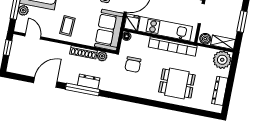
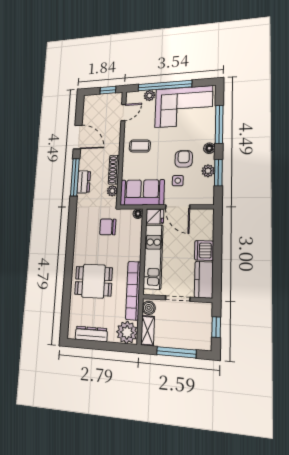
window: (242, 22) -> (176, 352), width x1.44
bookcase: (173, 46) -> (133, 291), moved
dining table: (177, 83) -> (93, 281), turned 90

